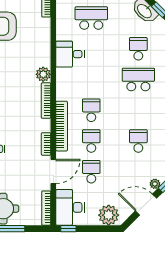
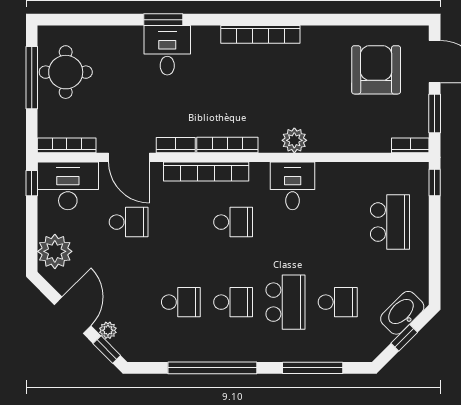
desk: (70, 54) -> (293, 186), moved
bookcase: (46, 101) -> (227, 145), moved
school desk: (91, 141) -> (233, 302), moved

